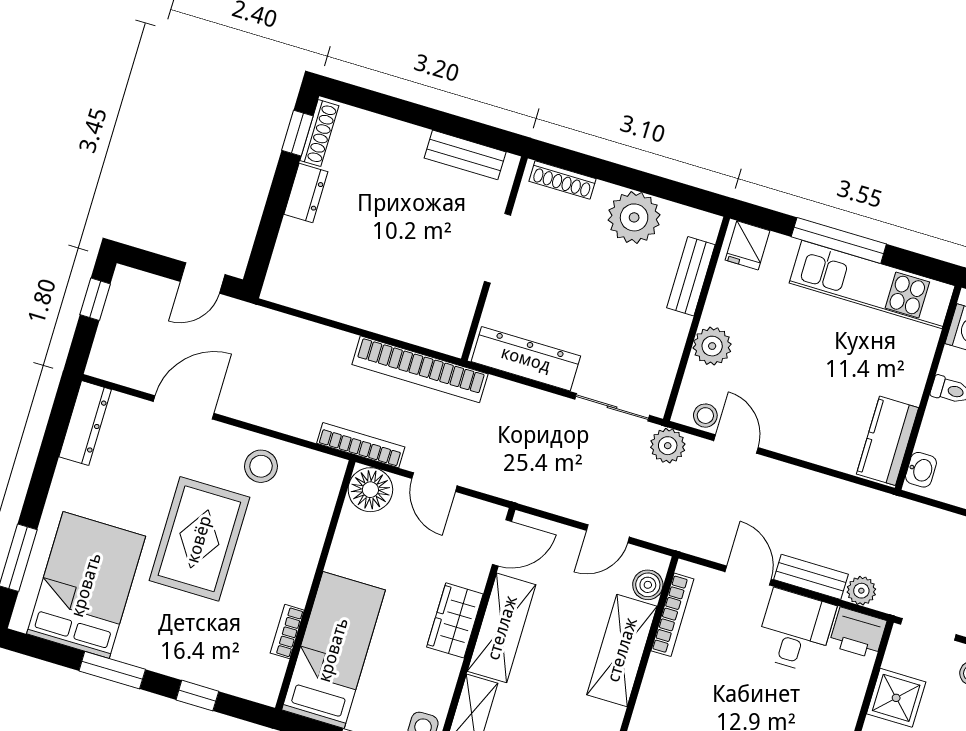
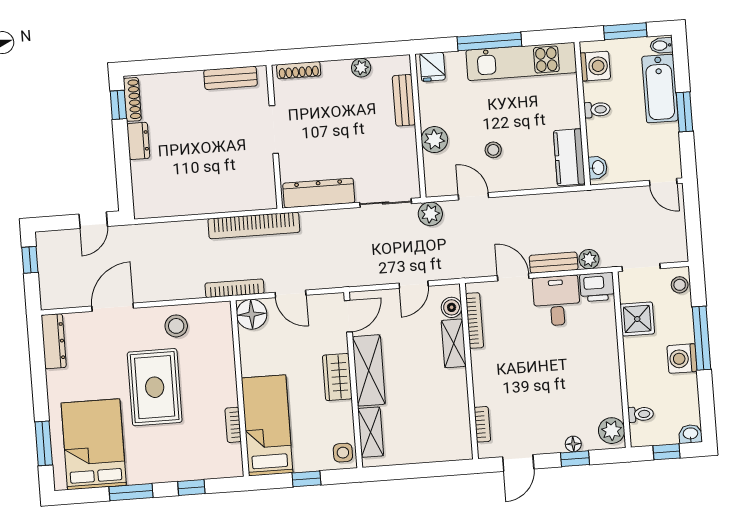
plant: (634, 217) -> (361, 68), width x0.53, depth x0.53
stool: (705, 416) -> (493, 150), moved
shelving: (622, 650) -> (454, 343), width x0.67, depth x0.75

